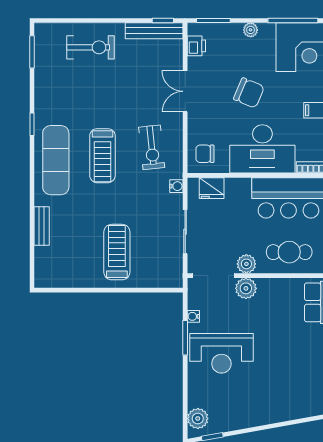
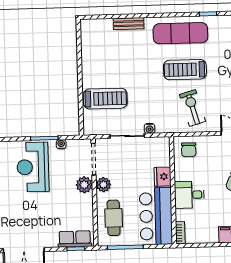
exercise bike: (152, 147) -> (193, 108), turned 80
desk: (262, 149) -> (189, 195), width x0.53, depth x0.77
chair: (205, 154) -> (189, 150), turned 180
water cooler: (176, 186) -> (150, 128), moved
fridge: (212, 188) -> (163, 177), moved
treadmill: (117, 252) -> (105, 99), moved

